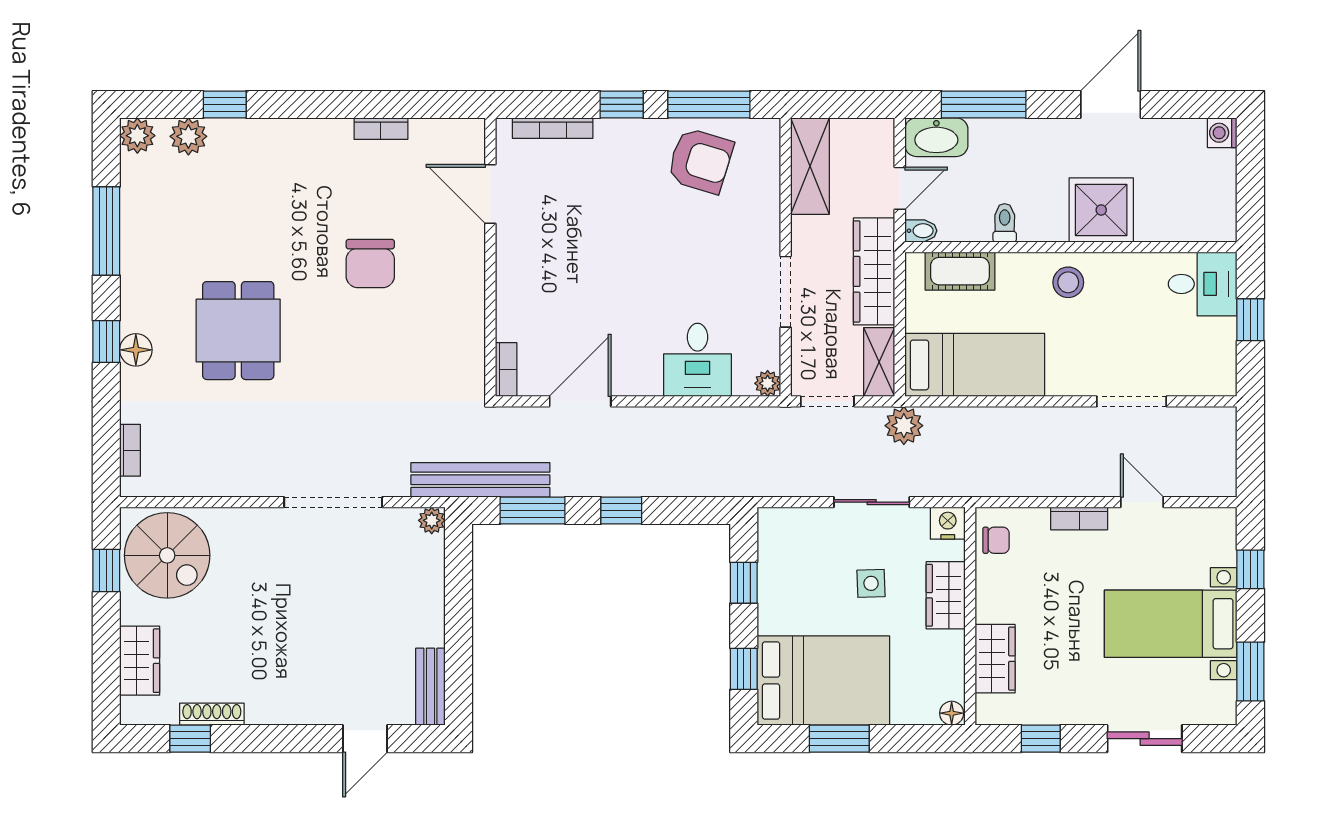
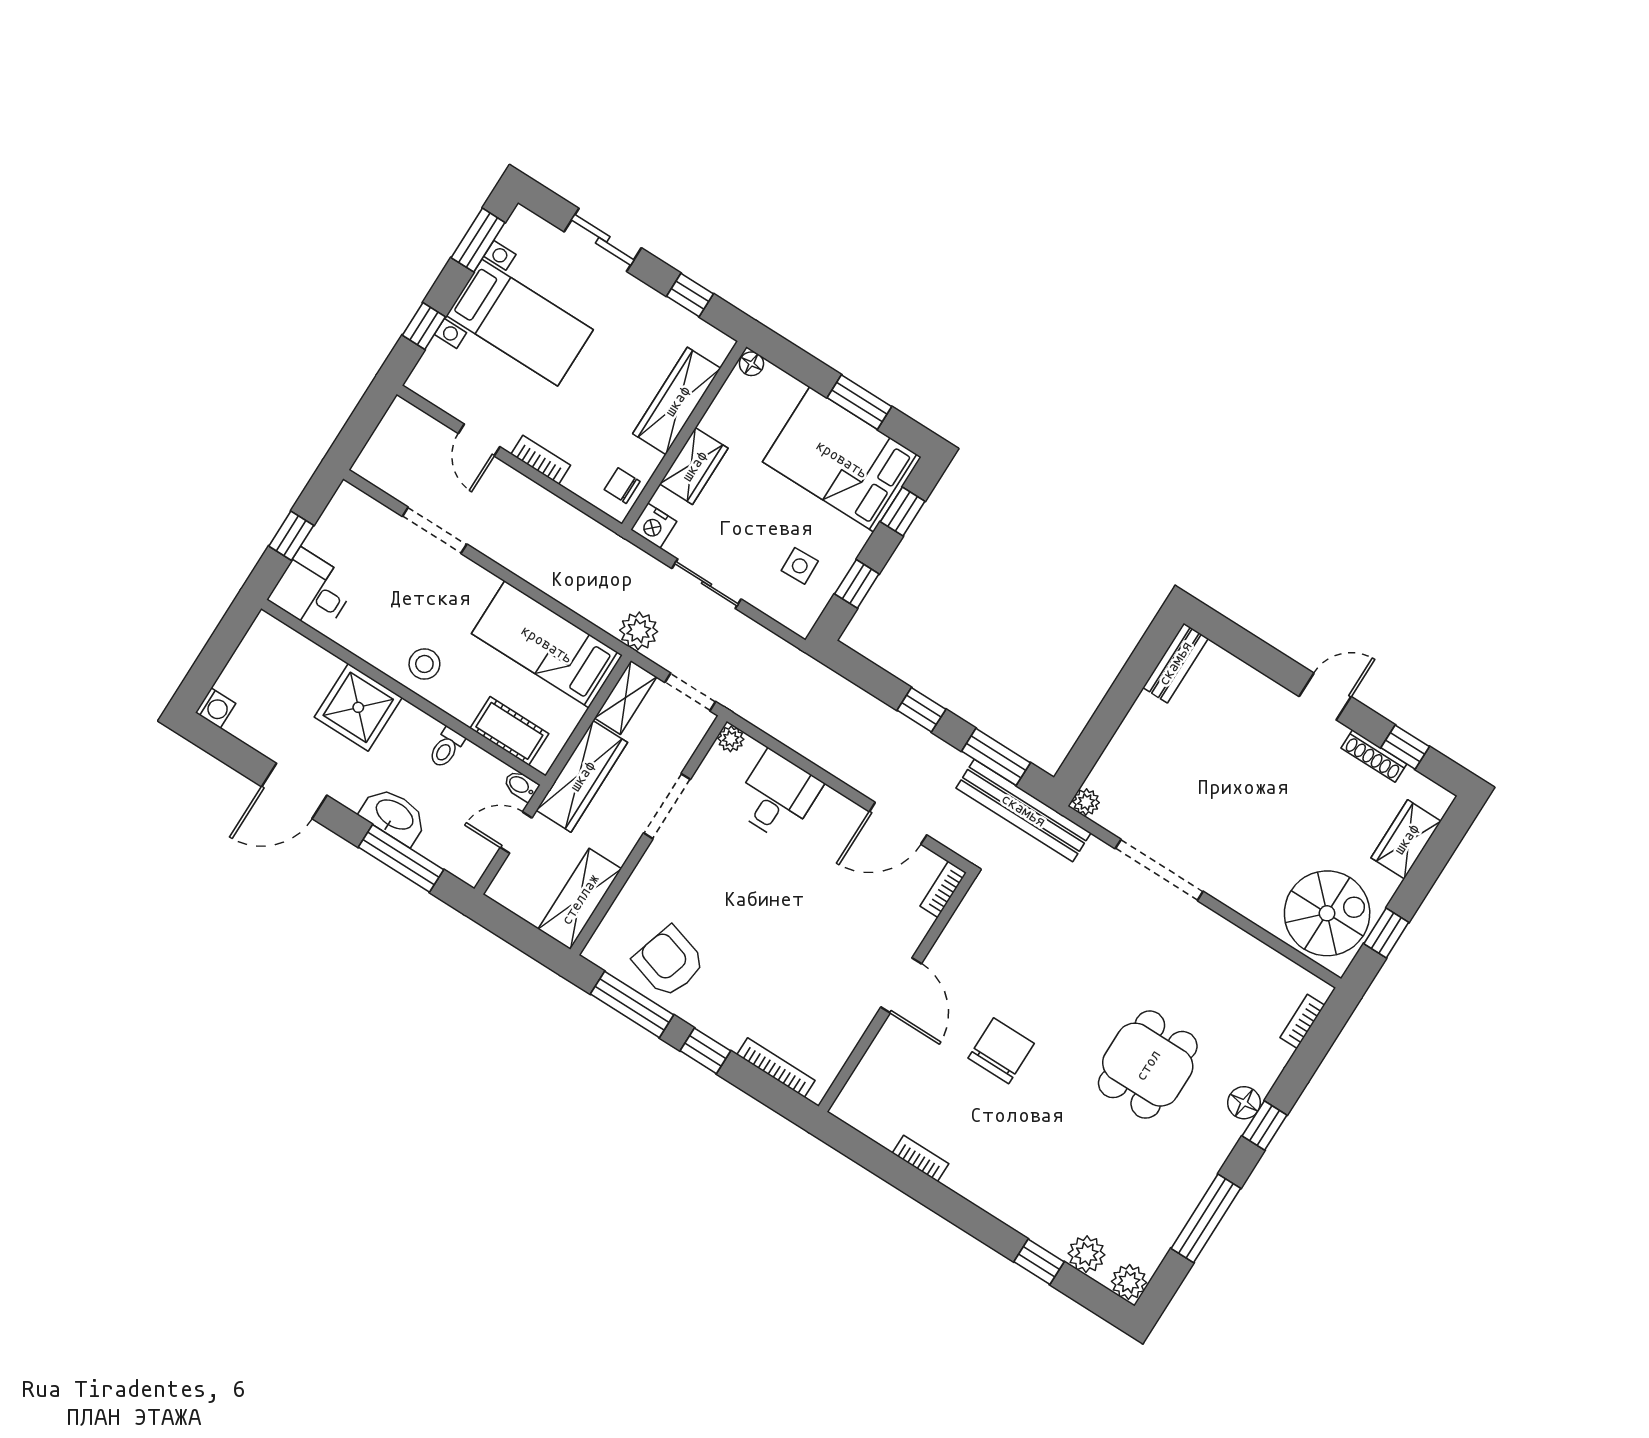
washbasin: (936, 137) -> (394, 815), moved
door: (490, 194) -> (901, 985), moved
spiral stairs: (167, 555) -> (1327, 913), turned 90
side table: (871, 583) -> (800, 566), moved
wardrobe: (995, 659) -> (677, 401), width x1.50
door: (365, 739) -> (1325, 697), moved

